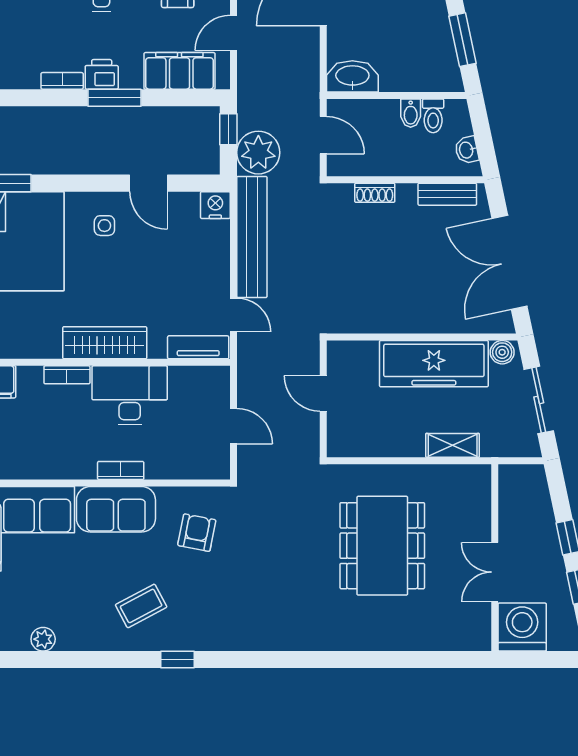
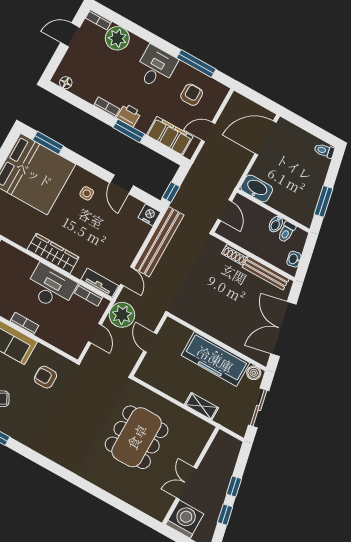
window: (228, 129) -> (171, 192), moved
plant: (258, 153) -> (122, 315), moved
bench: (447, 194) -> (266, 273), width x1.36
bookcase: (67, 375) -> (89, 295), moved
armchair: (197, 533) -> (45, 377), turned -101

